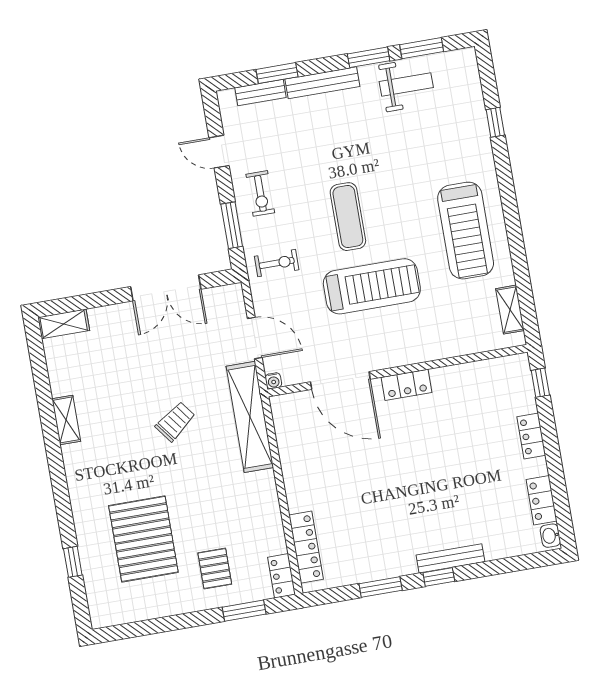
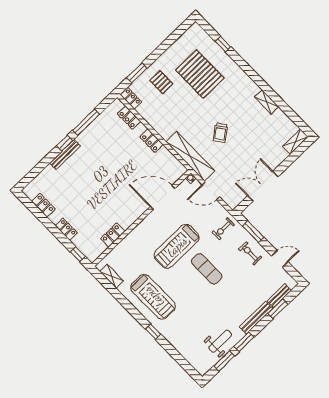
weight bench: (406, 85) -> (220, 341), turned 180
window: (495, 122) -> (153, 332), moved
treadmill: (466, 231) -> (153, 297), turned 180
locker: (407, 385) -> (113, 235), moved
locker: (295, 484) -> (152, 141), added
washbasin: (550, 536) -> (29, 193), removed
locker: (306, 547) -> (129, 118), width x0.66
window: (381, 587) -> (86, 122), width x1.44

